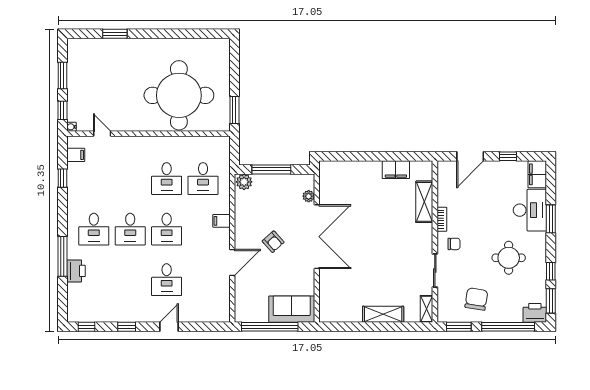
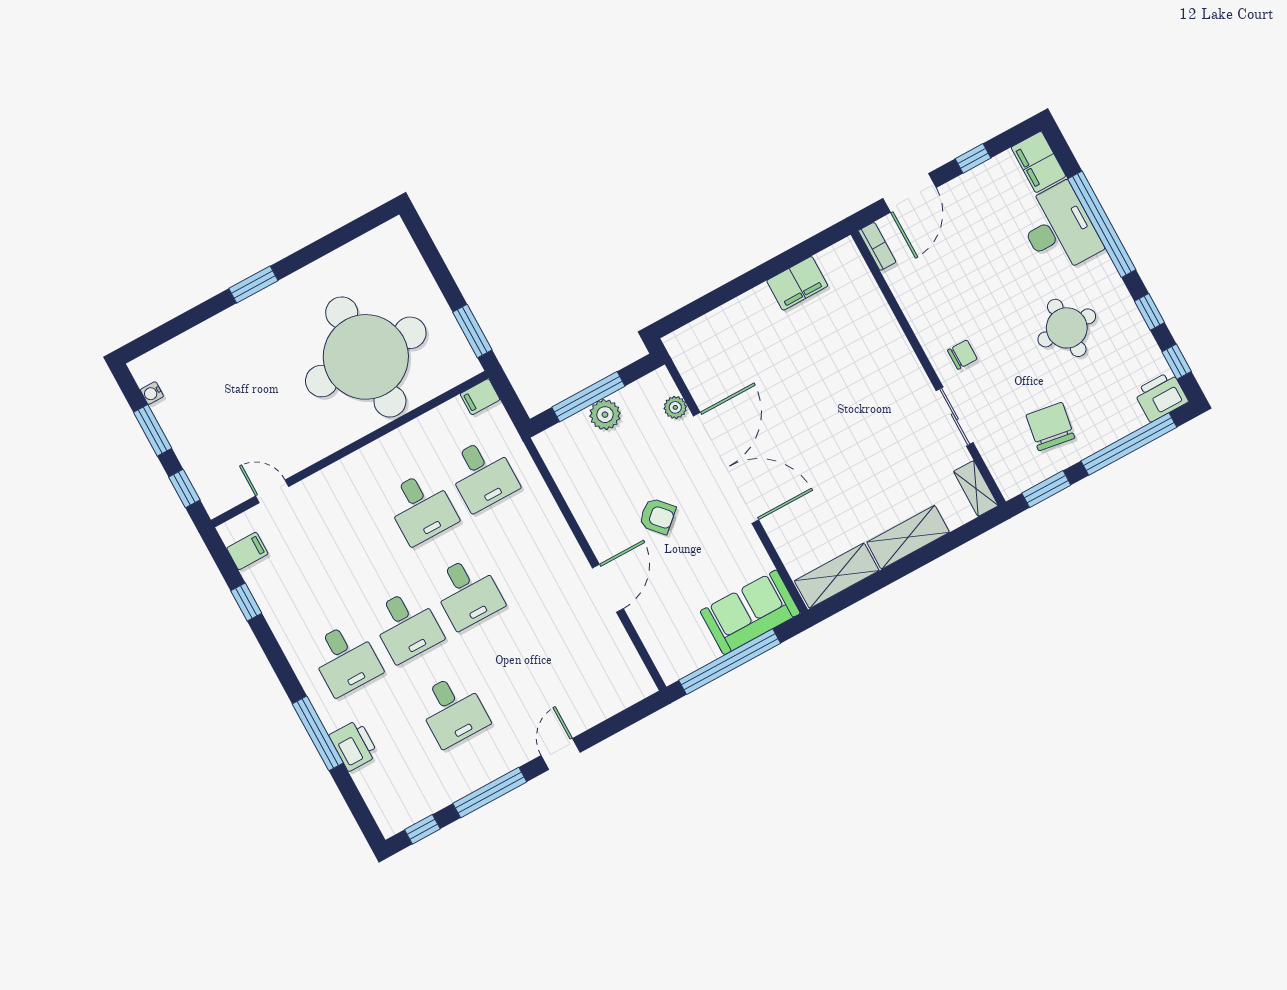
window: (115, 34) -> (253, 285), moved
water cooler: (71, 127) -> (152, 393), moved
plant: (244, 182) -> (605, 415), moved
shelving: (424, 202) -> (837, 576), moved, turned 90
bookcase: (442, 219) -> (877, 246), moved
window: (551, 219) -> (1102, 224), width x2.11
filing cabinet: (221, 221) -> (480, 397), moved
desk: (167, 280) -> (453, 710), moved
window: (551, 301) -> (1177, 362), width x0.67
window: (127, 327) -> (490, 793), width x2.17

